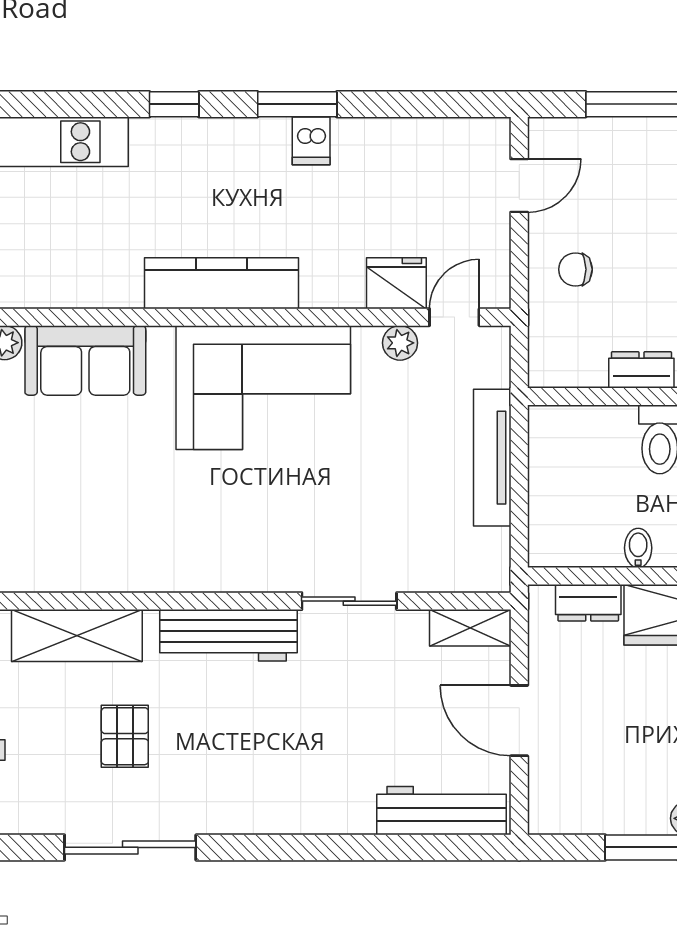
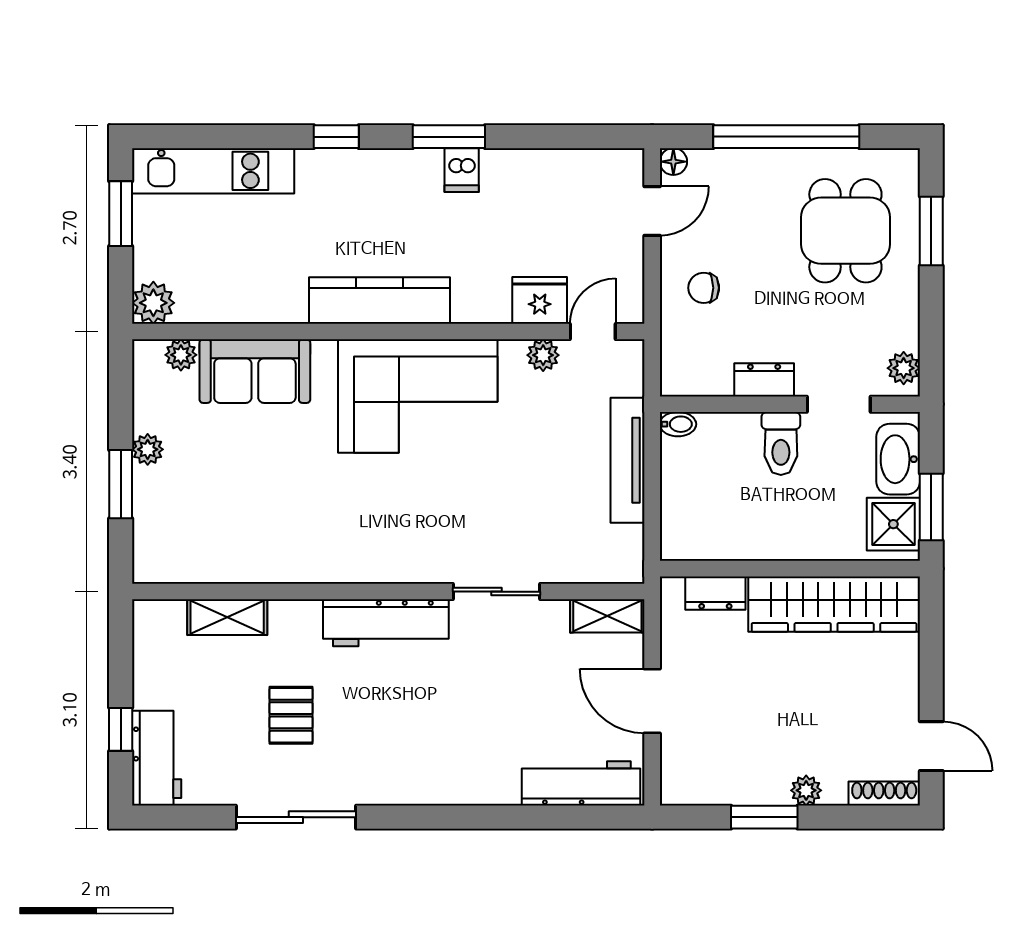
floor lamp: (542, 132) -> (673, 162), added
bidet: (638, 548) -> (678, 424), moved, turned 90
shelving: (77, 636) -> (227, 617), width x0.67, depth x0.75

